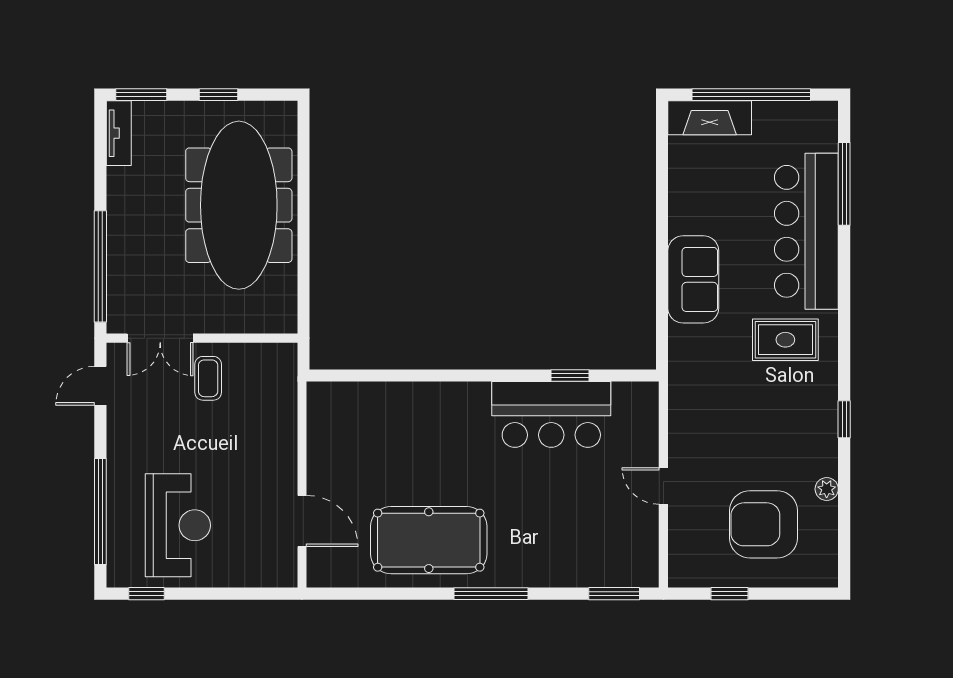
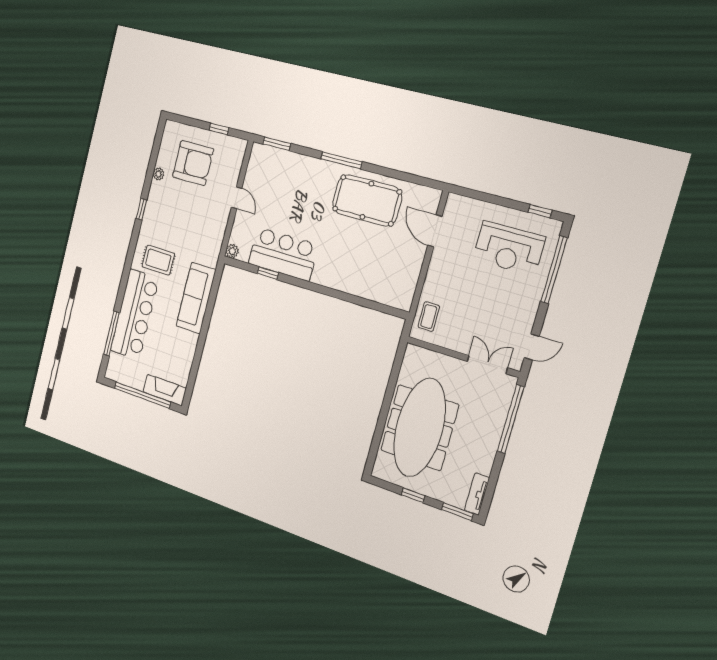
sofa: (693, 279) -> (196, 298), width x1.36
coffee table: (208, 378) -> (429, 317), moved
plant: (647, 394) -> (232, 251), added
reception desk: (178, 525) -> (509, 248), turned -90

